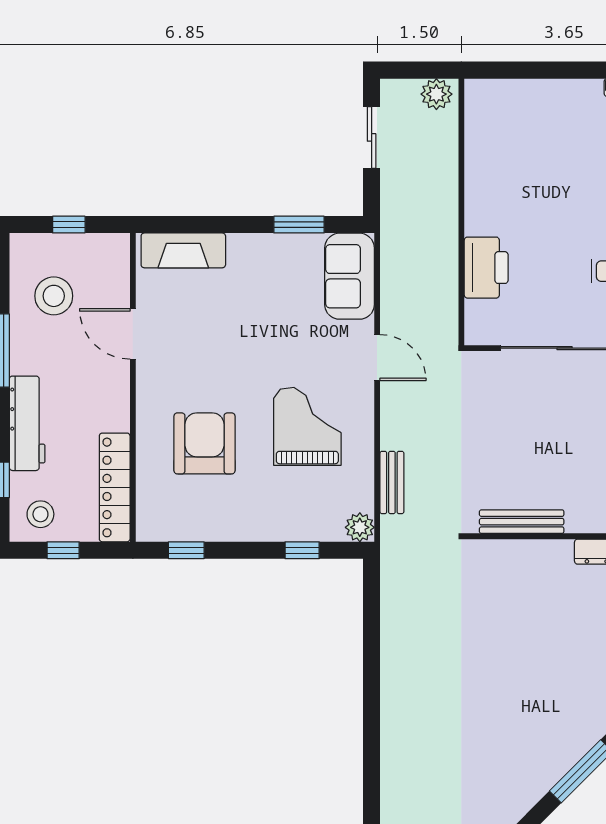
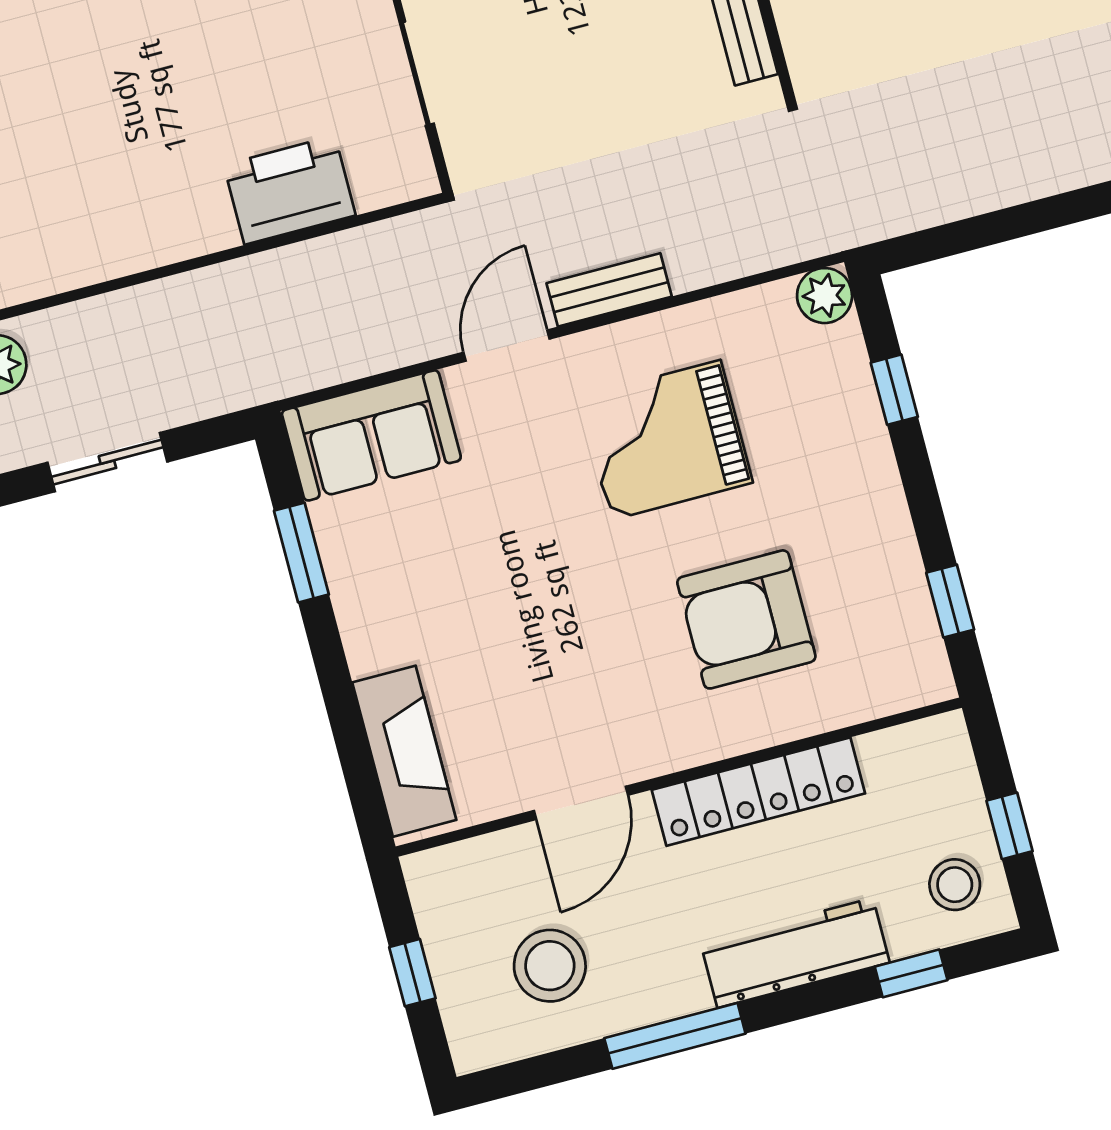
bench: (392, 482) -> (609, 290), moved
locker: (115, 487) -> (758, 792), moved

